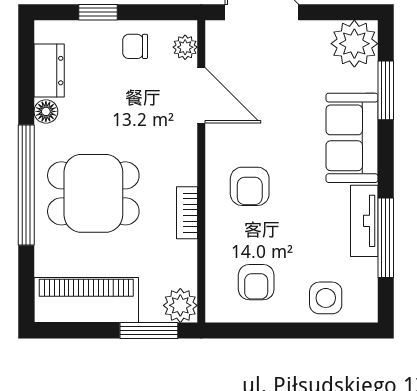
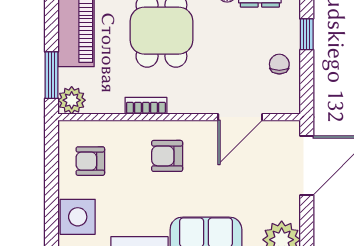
plant: (185, 47) -> (279, 104), removed
side table: (326, 298) -> (78, 217), width x1.37, depth x1.37

